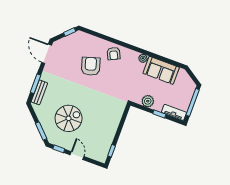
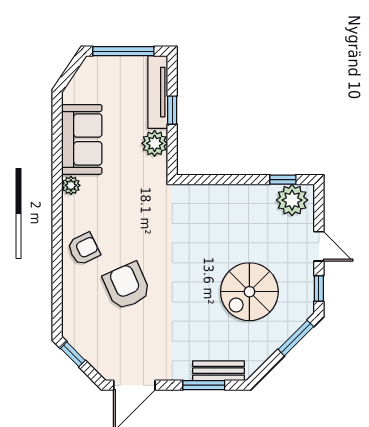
armchair: (91, 66) -> (127, 286), turned 83
tv unit: (174, 112) -> (158, 92), width x1.41
spiral stairs: (69, 118) -> (249, 292), turned -90
plant: (101, 151) -> (292, 200), added
door: (77, 156) -> (319, 246), swing flipped

